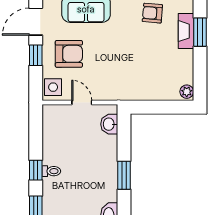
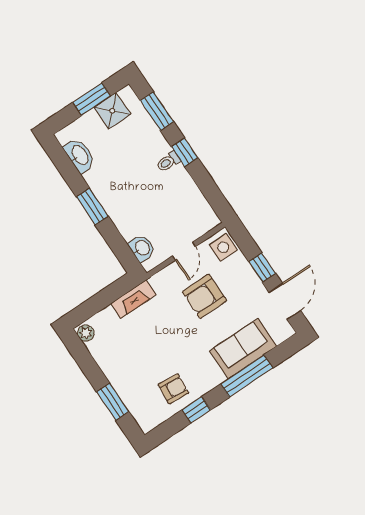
fireplace: (186, 31) -> (133, 299), moved, turned 90
armchair: (69, 54) -> (204, 296), moved
door: (82, 103) -> (184, 251), hinge flipped

